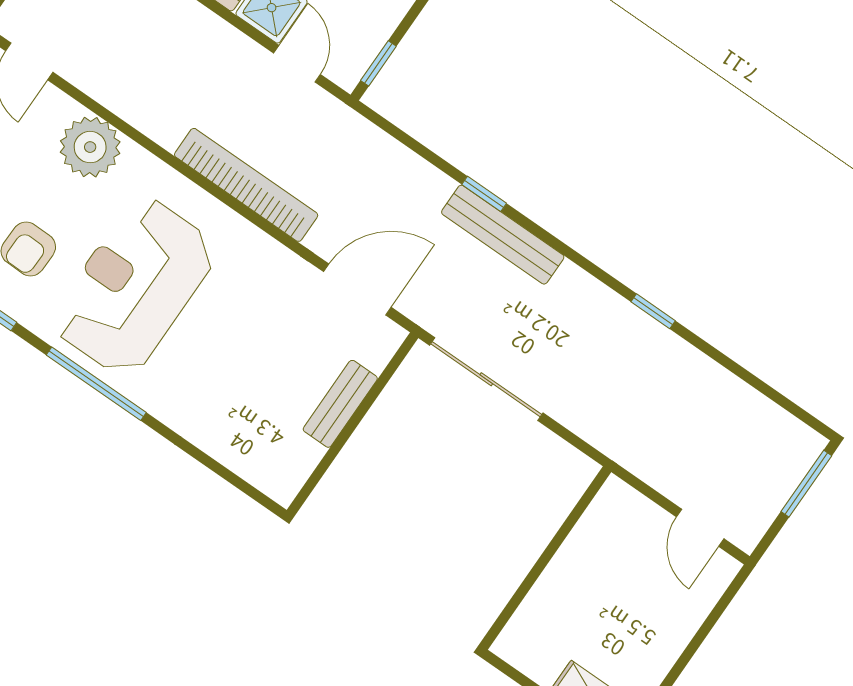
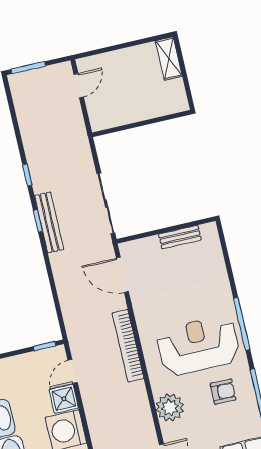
window: (484, 194) -> (38, 221), moved
bench: (503, 235) -> (49, 222), moved
reception desk: (134, 286) -> (198, 346), turned 180
bench: (340, 404) -> (180, 237), moved

